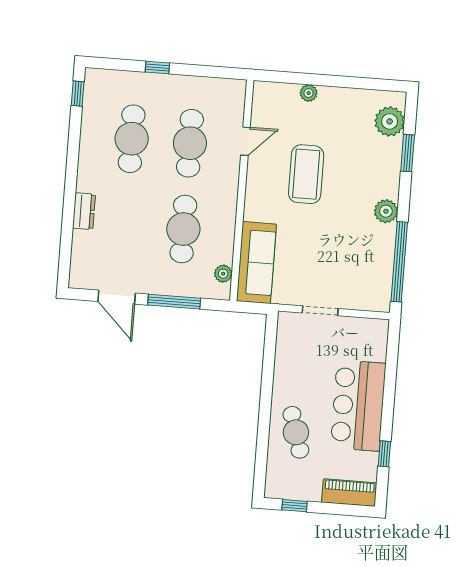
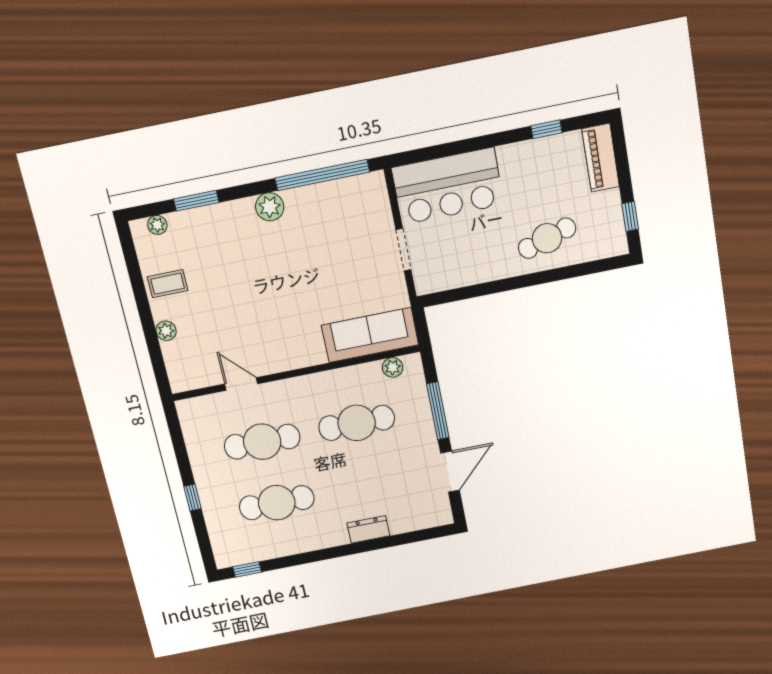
plant: (390, 121) -> (157, 225), width x0.53, depth x0.53
coffee table: (306, 174) -> (168, 284), moved, width x0.54, depth x0.58
bar counter: (358, 406) -> (448, 186), moved

